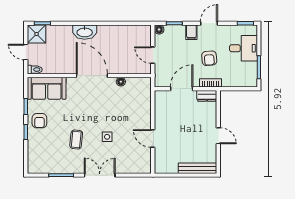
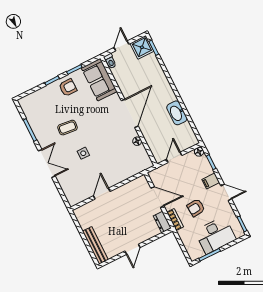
washbasin: (85, 32) -> (177, 113), moved
desk: (243, 48) -> (215, 235), width x1.37
armchair: (39, 121) -> (68, 88), turned 180

